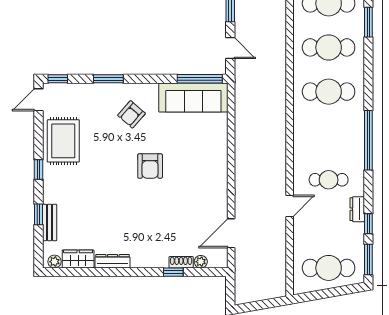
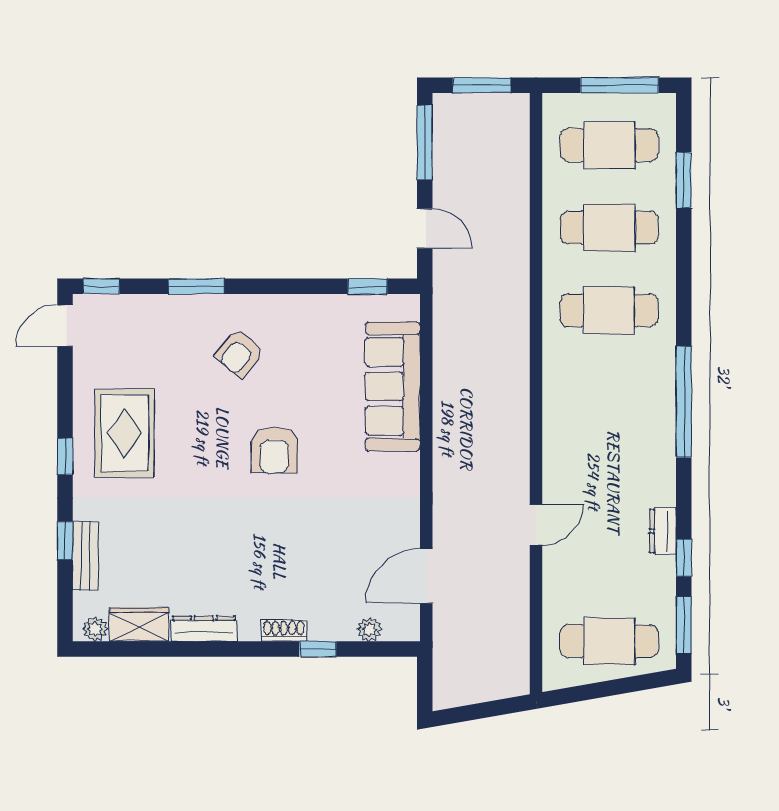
window: (200, 79) -> (367, 286), width x0.46
sofa: (193, 97) -> (393, 387), moved, turned 90
rug: (63, 141) -> (125, 433), moved
cafe table: (329, 180) -> (609, 476), removed
shoe rack: (181, 262) -> (284, 631), moved

